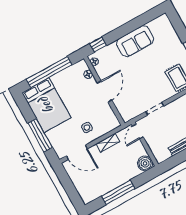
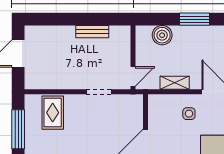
boiler: (145, 163) -> (162, 35), moved
window: (118, 192) -> (195, 19), width x0.69

